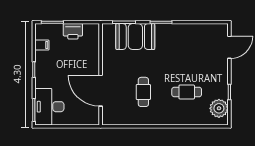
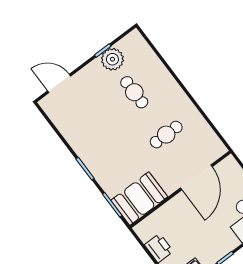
booth: (135, 37) -> (139, 199), moved, turned 90
plant: (219, 108) -> (112, 59), moved

